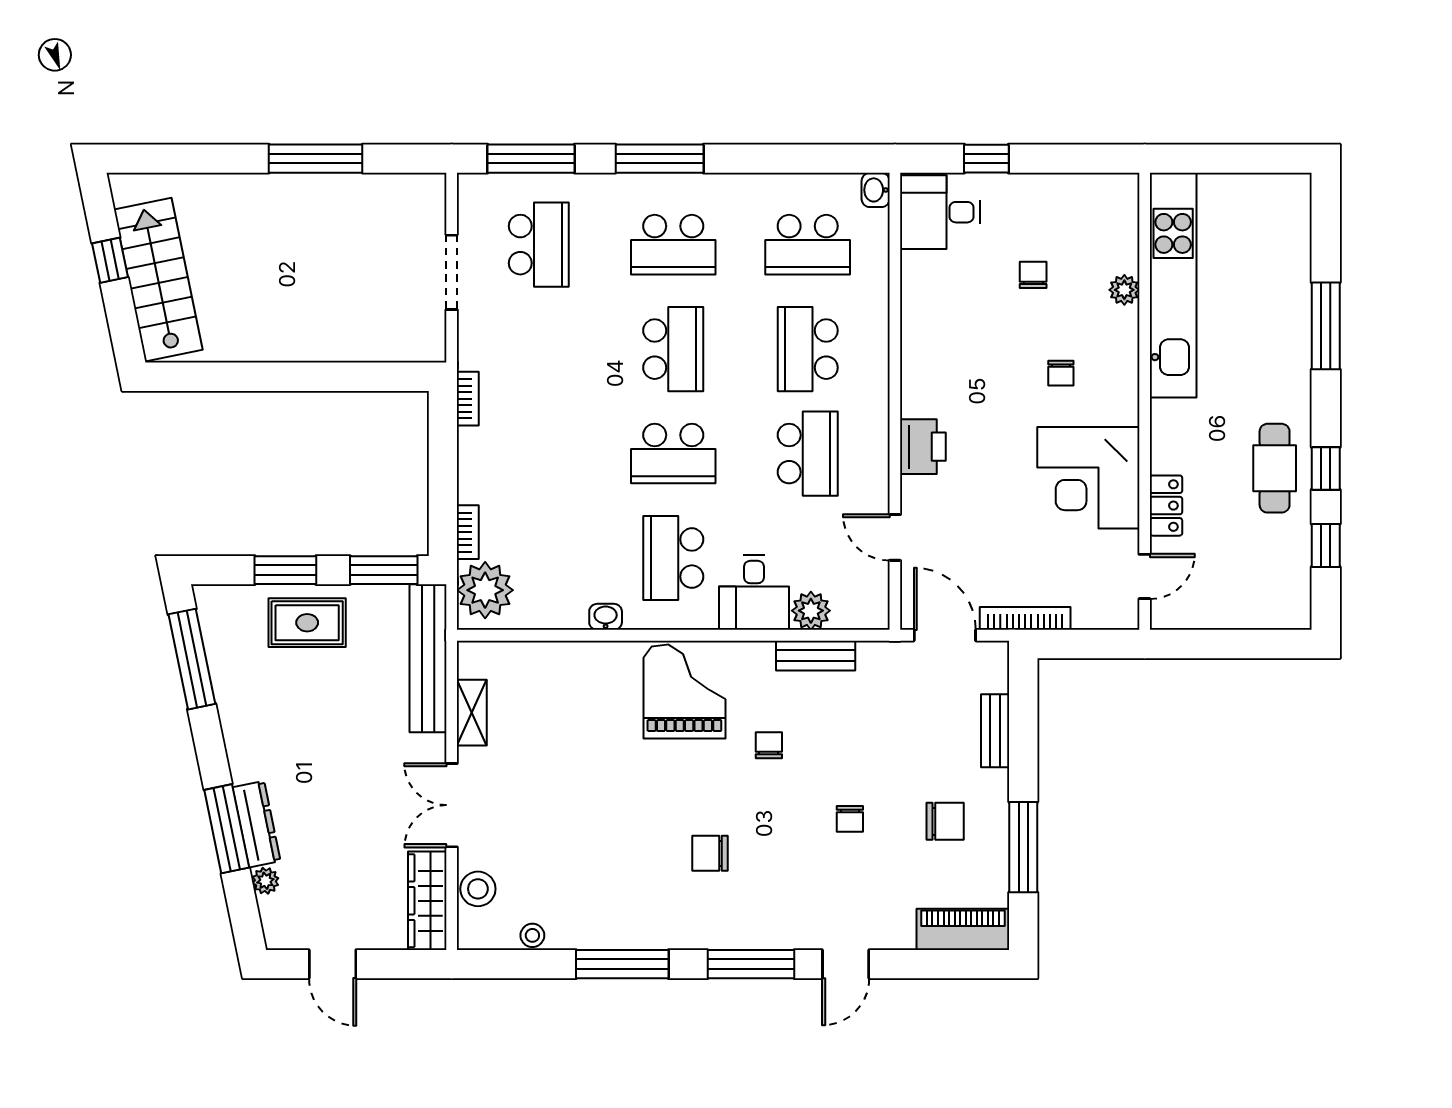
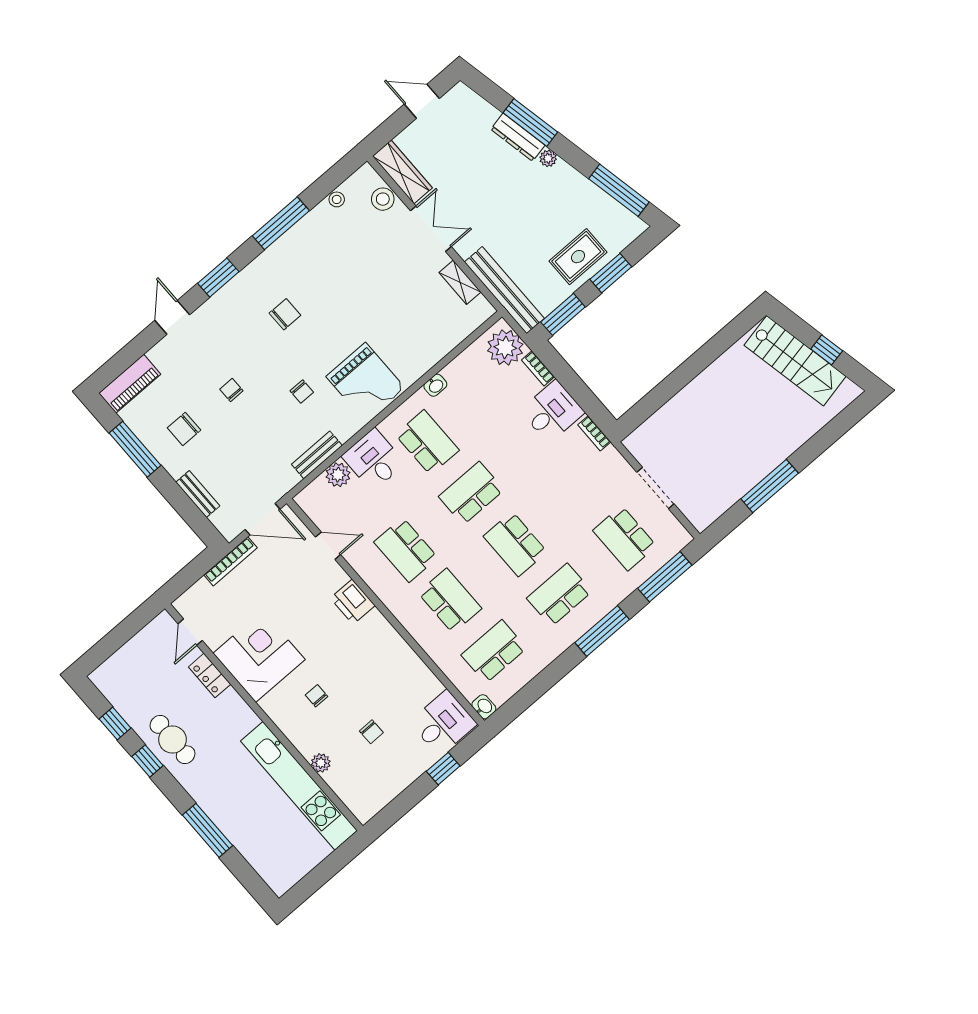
desk: (495, 467) -> (552, 412), added
plant: (265, 881) -> (548, 158), moved
window: (751, 964) -> (218, 278), width x0.69

